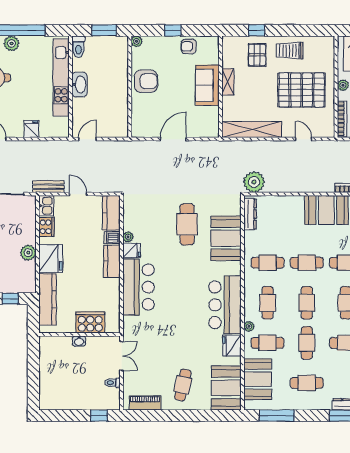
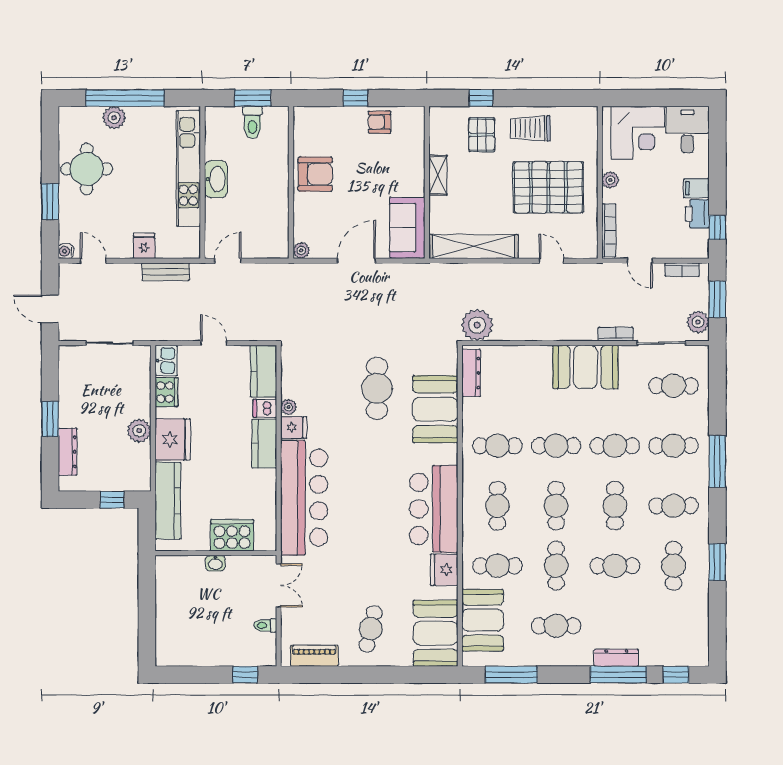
plant: (137, 41) -> (301, 250), moved
toilet: (78, 47) -> (252, 122), moved
sofa: (207, 85) -> (407, 228), moved
bench: (48, 187) -> (166, 272), moved
bar counter: (138, 287) -> (304, 498), width x1.36
plant: (249, 326) -> (470, 541), removed

